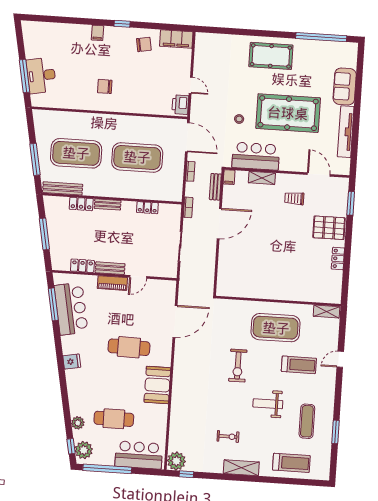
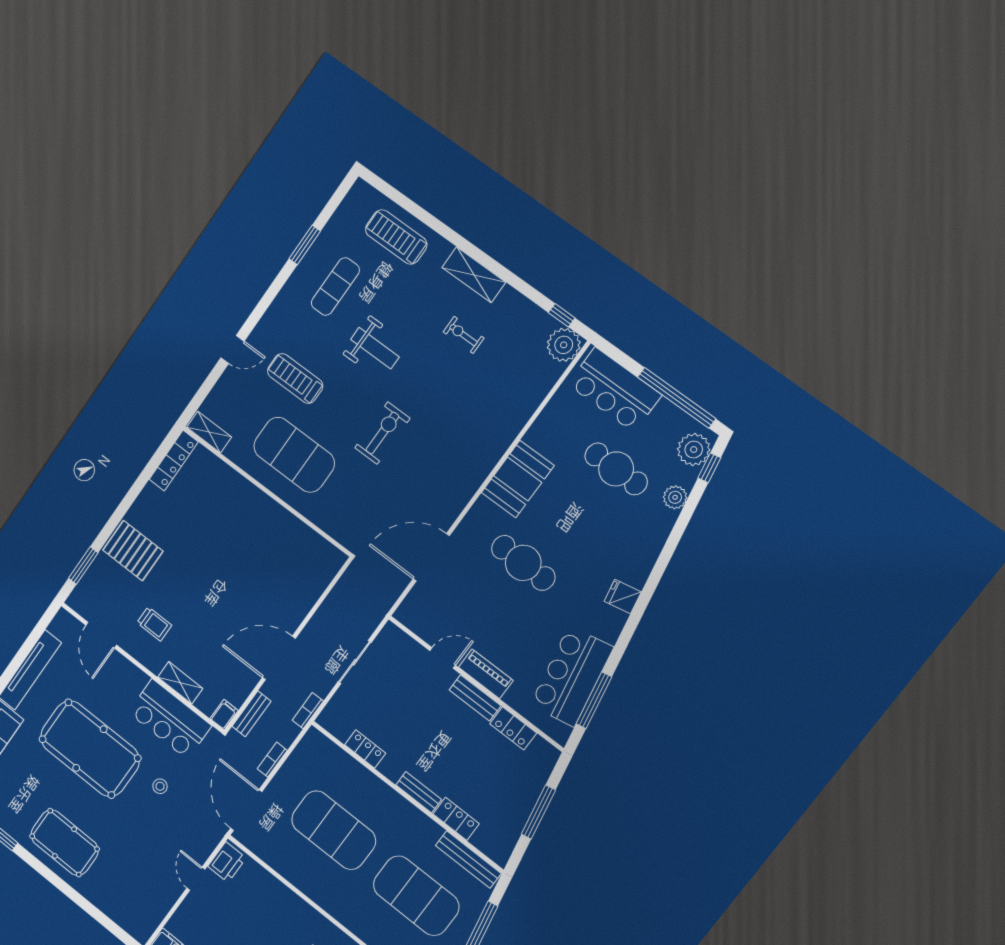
locker: (338, 258) -> (174, 461), moved, width x1.53

